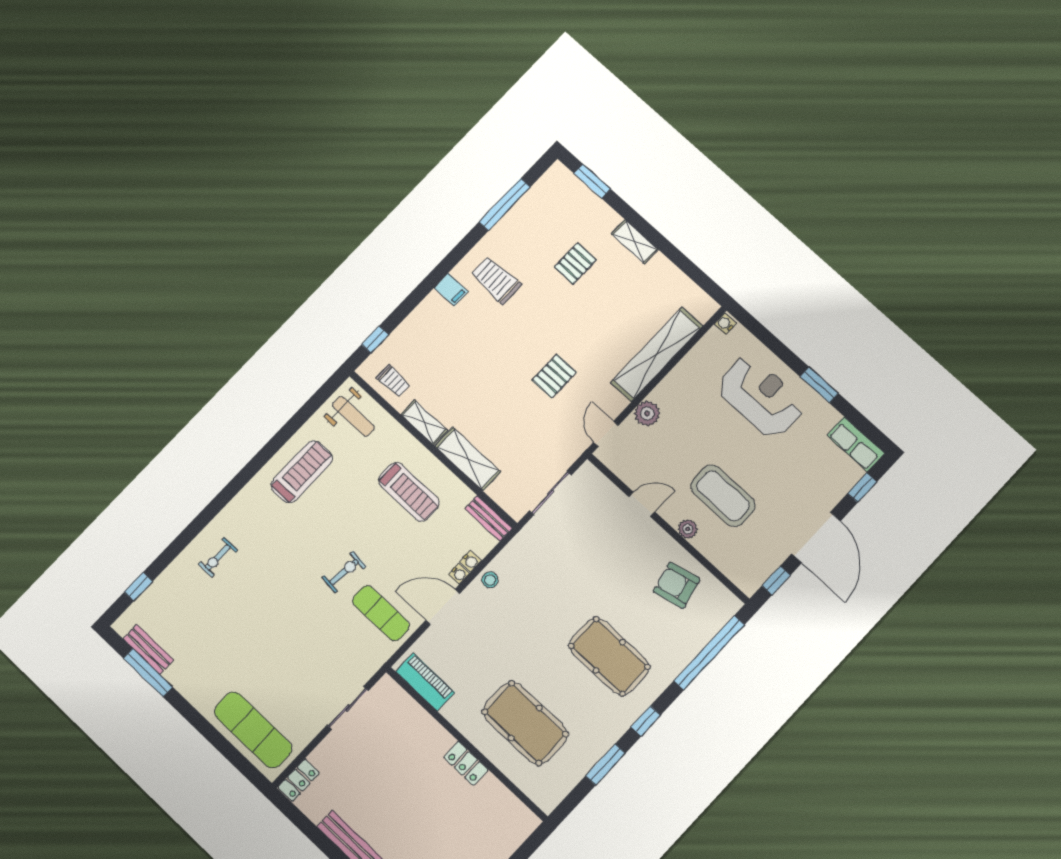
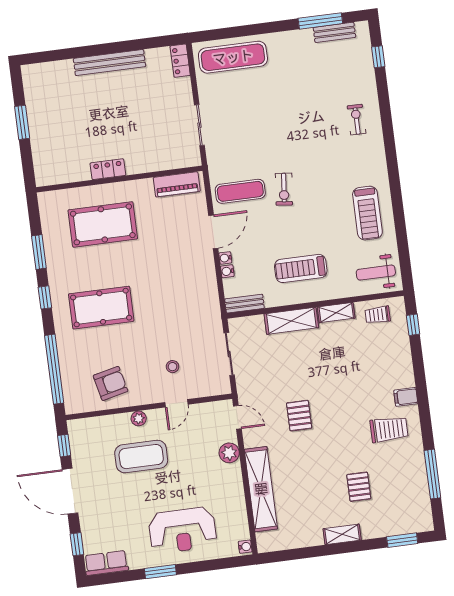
stool: (490, 580) -> (172, 367), moved

